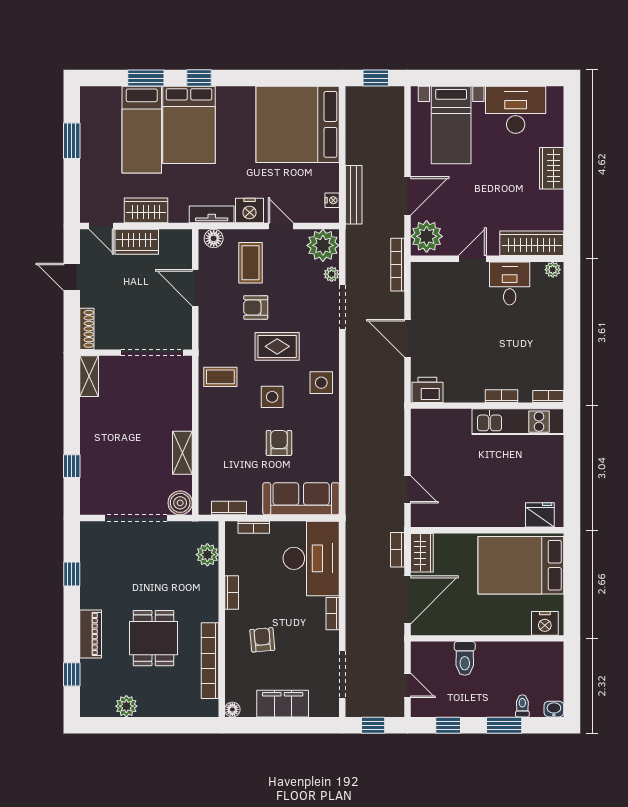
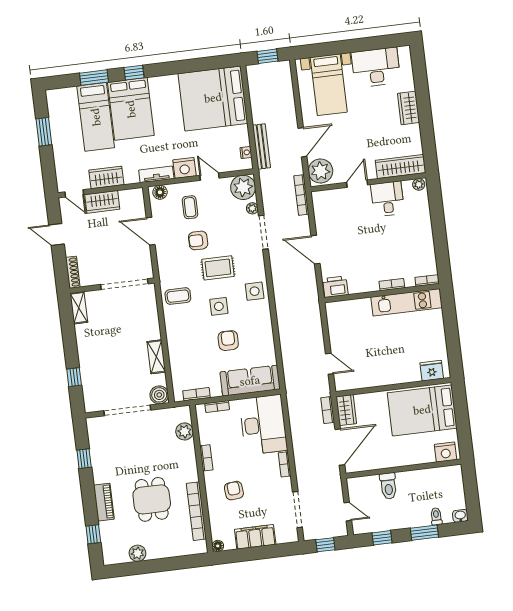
coffee table: (250, 263) -> (190, 207), width x0.73, depth x0.77

